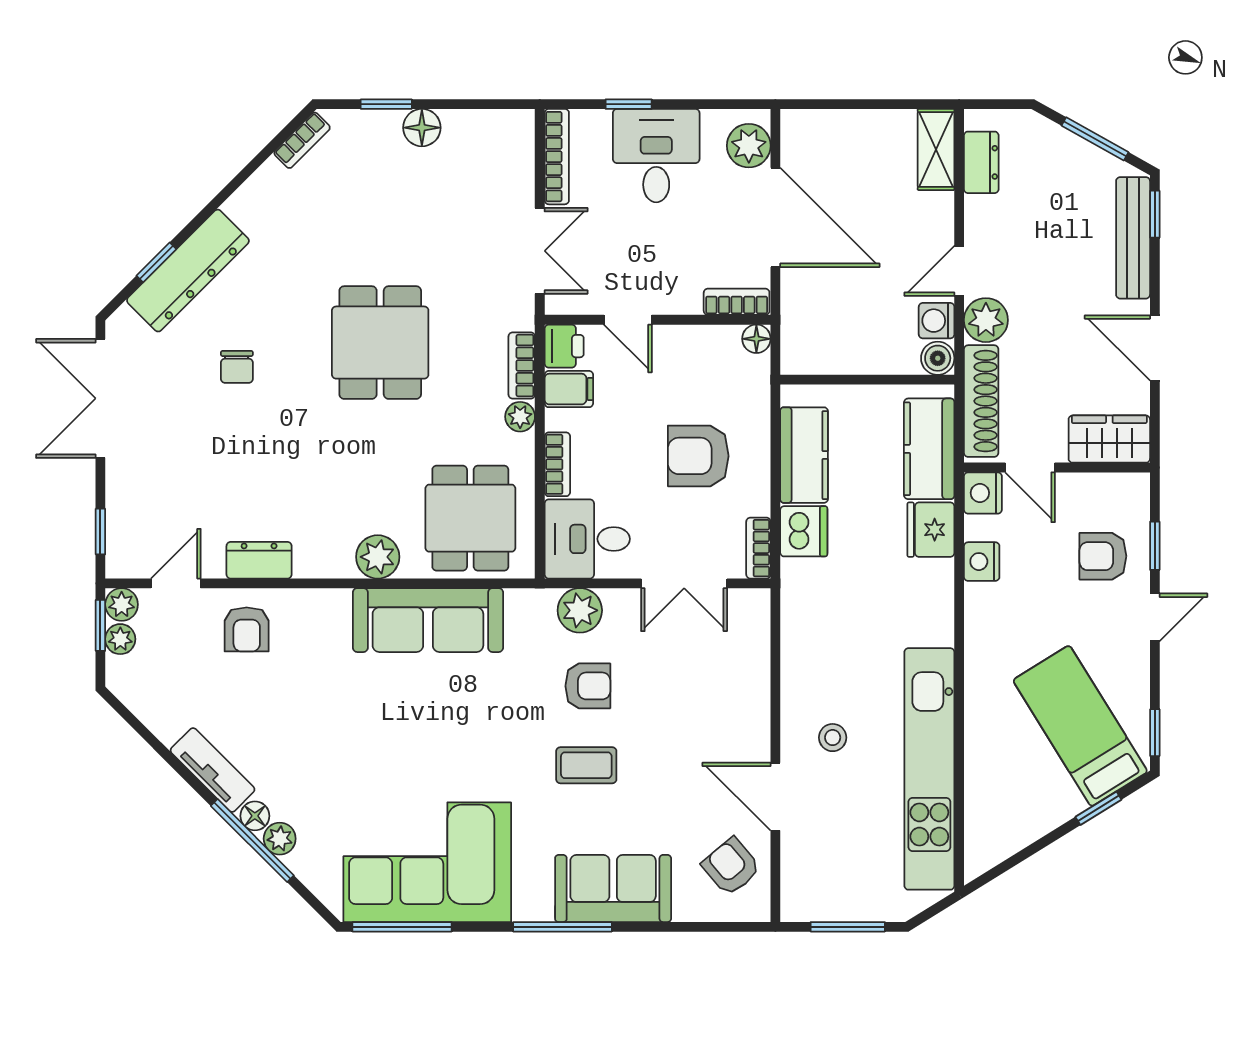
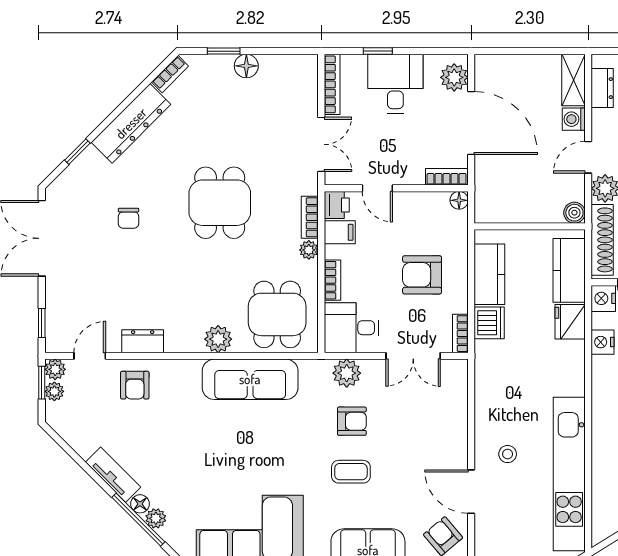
dresser: (188, 271) -> (131, 123), moved
washing machine: (937, 321) -> (574, 119), moved

